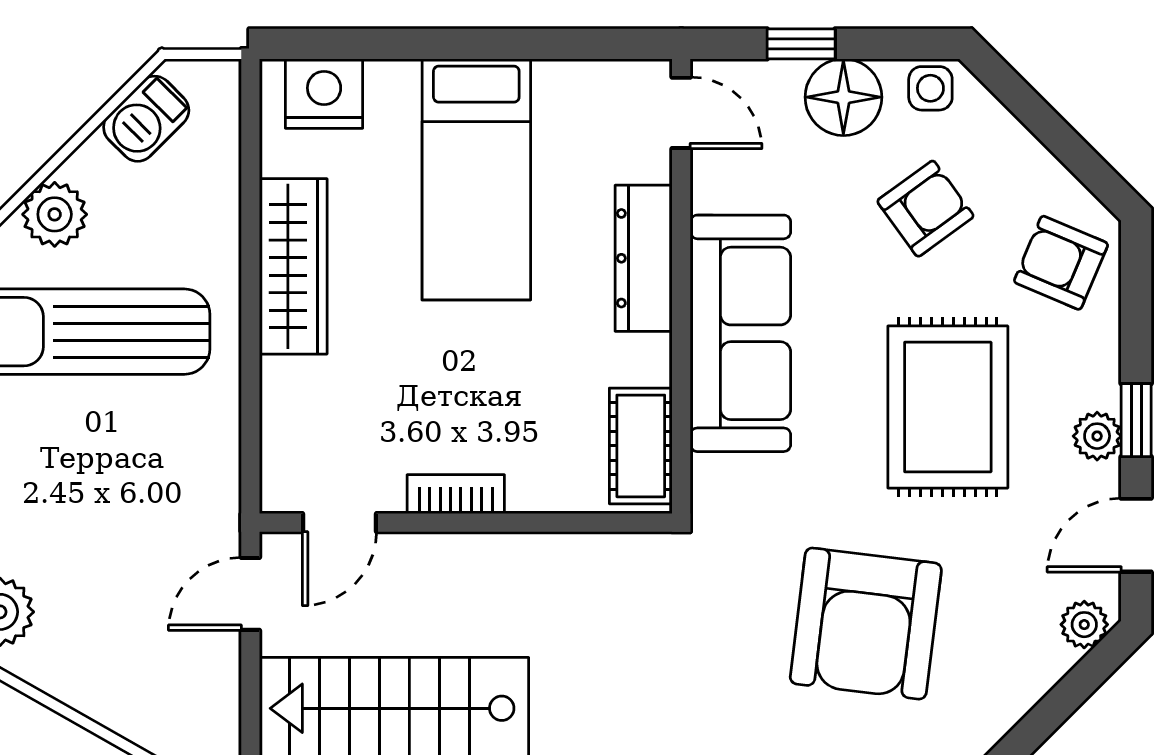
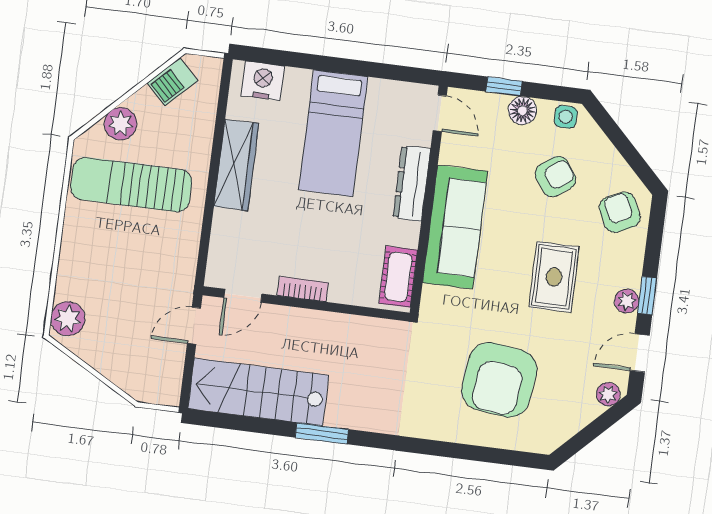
floor lamp: (843, 97) -> (522, 110), width x0.73, depth x0.73
armchair: (1061, 263) -> (620, 212), turned 41
rug: (948, 407) -> (554, 277), width x0.73, depth x0.70

